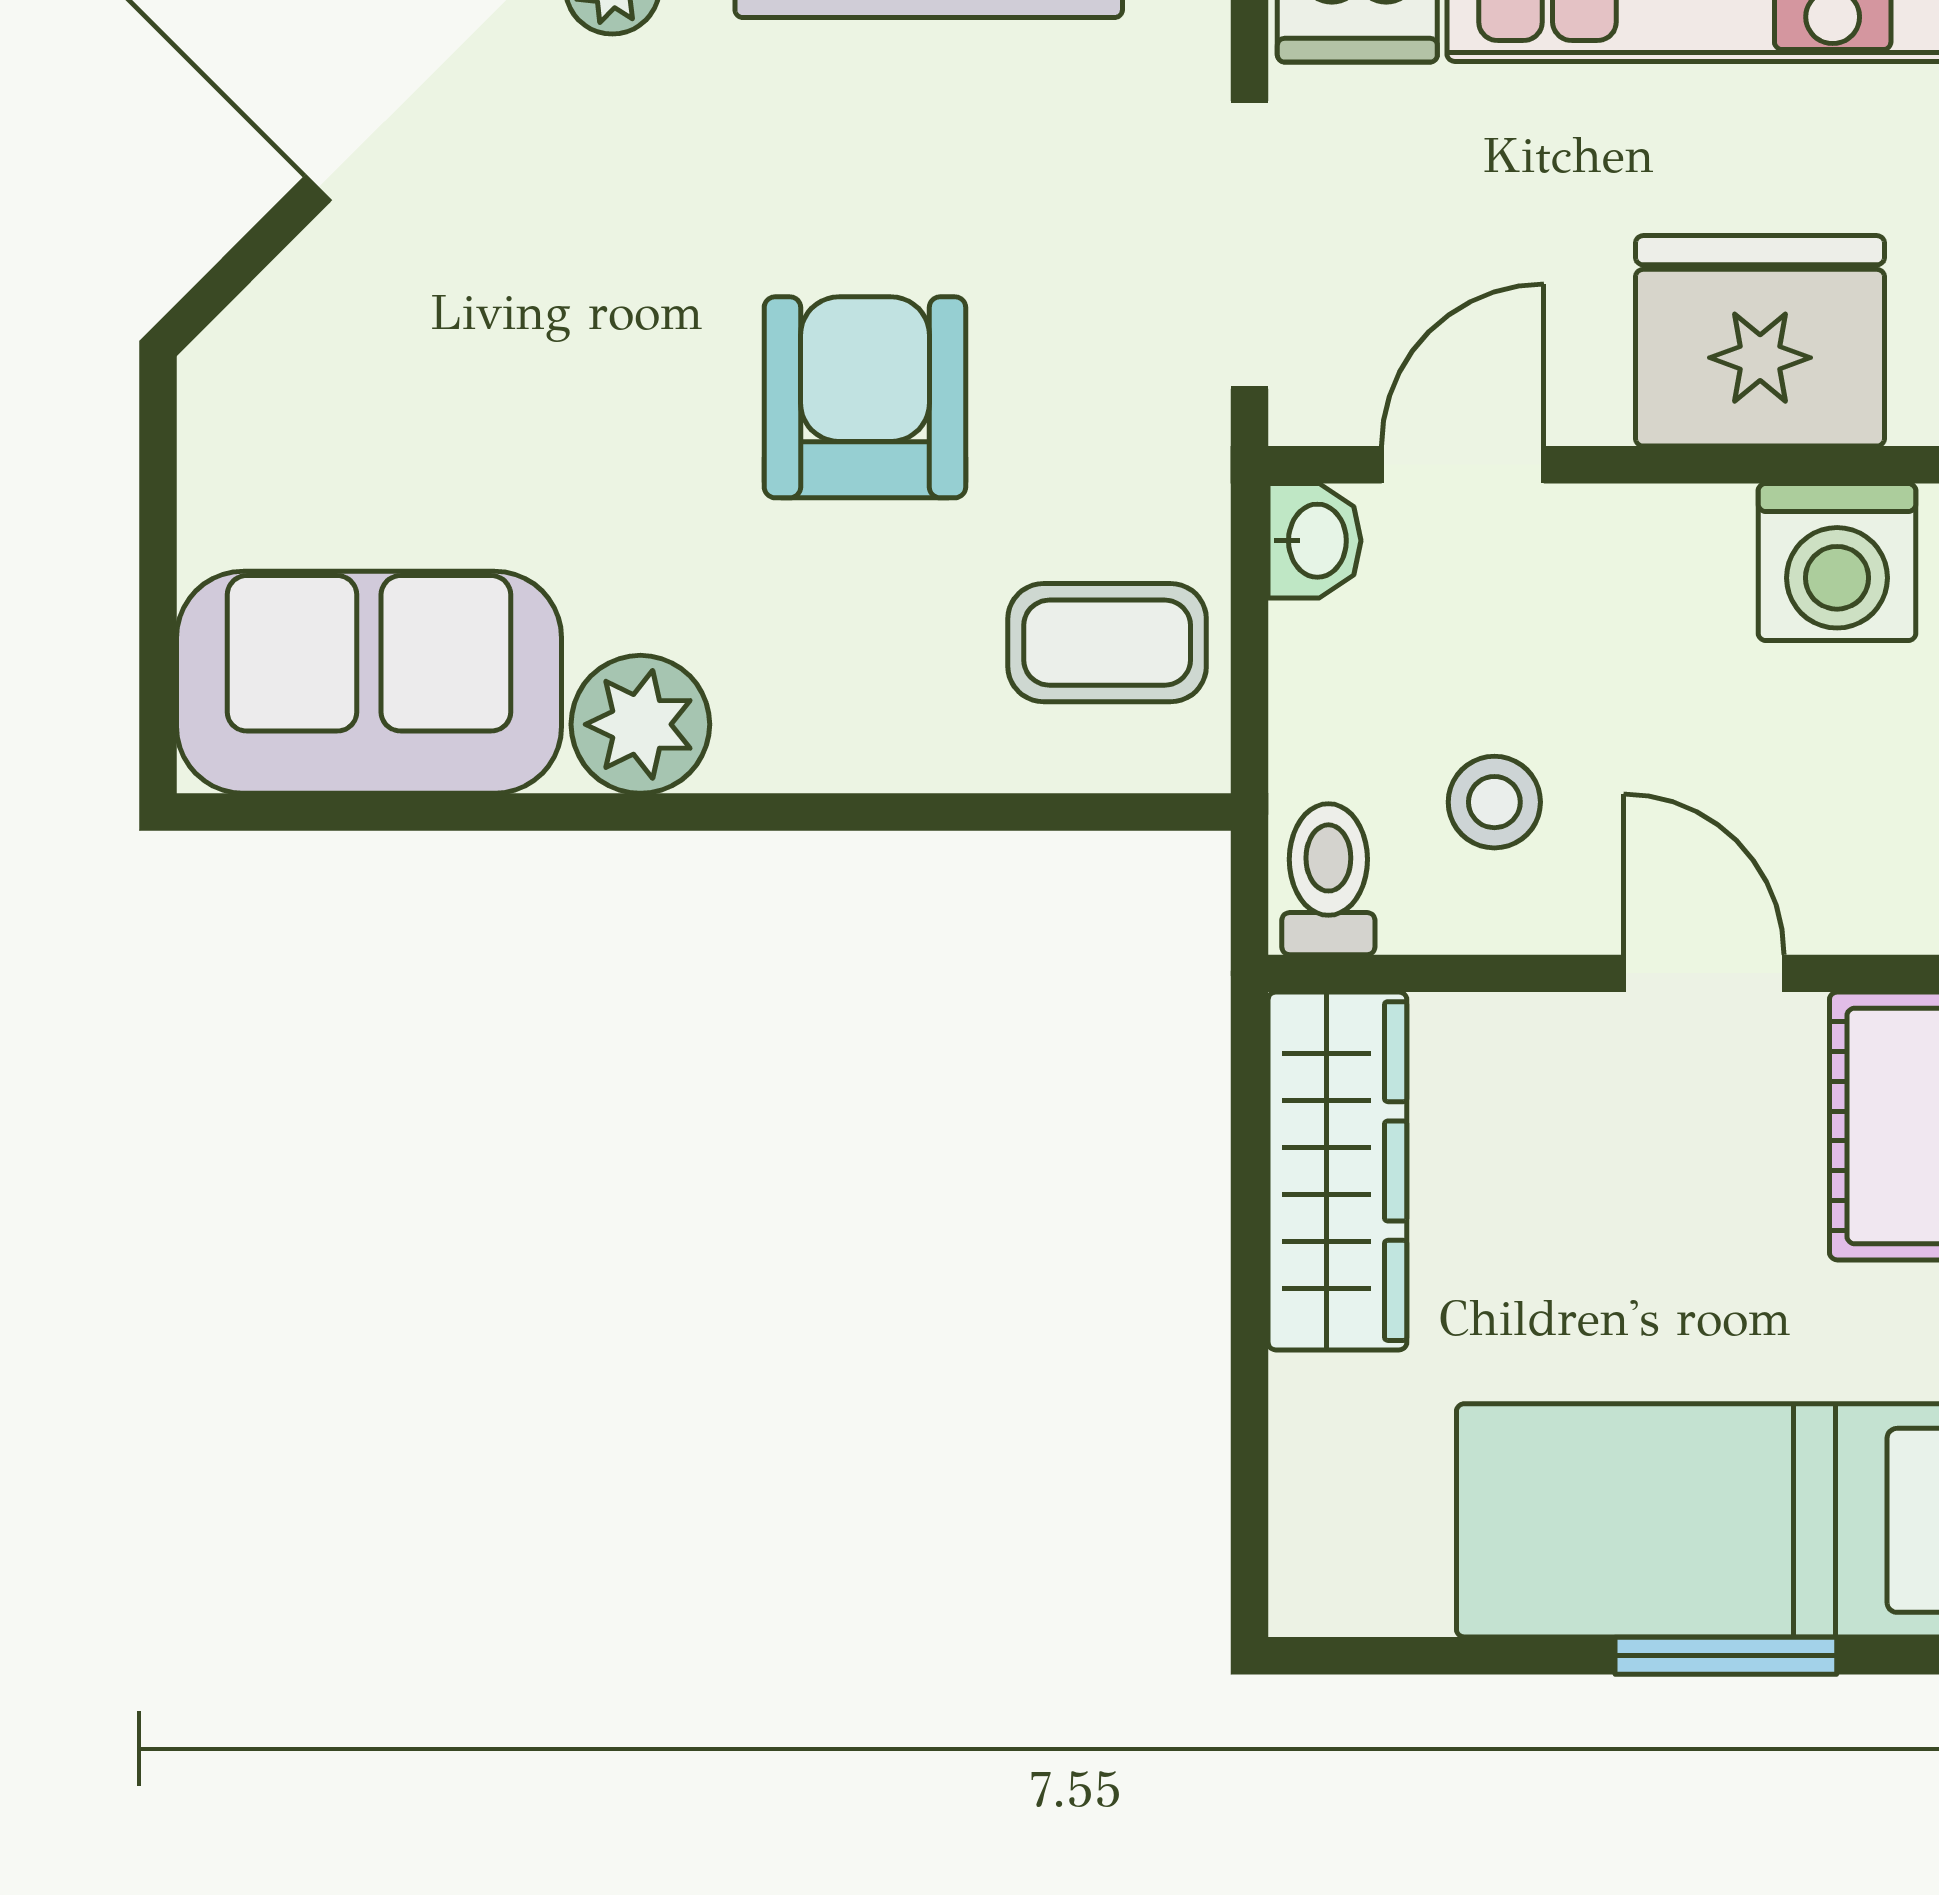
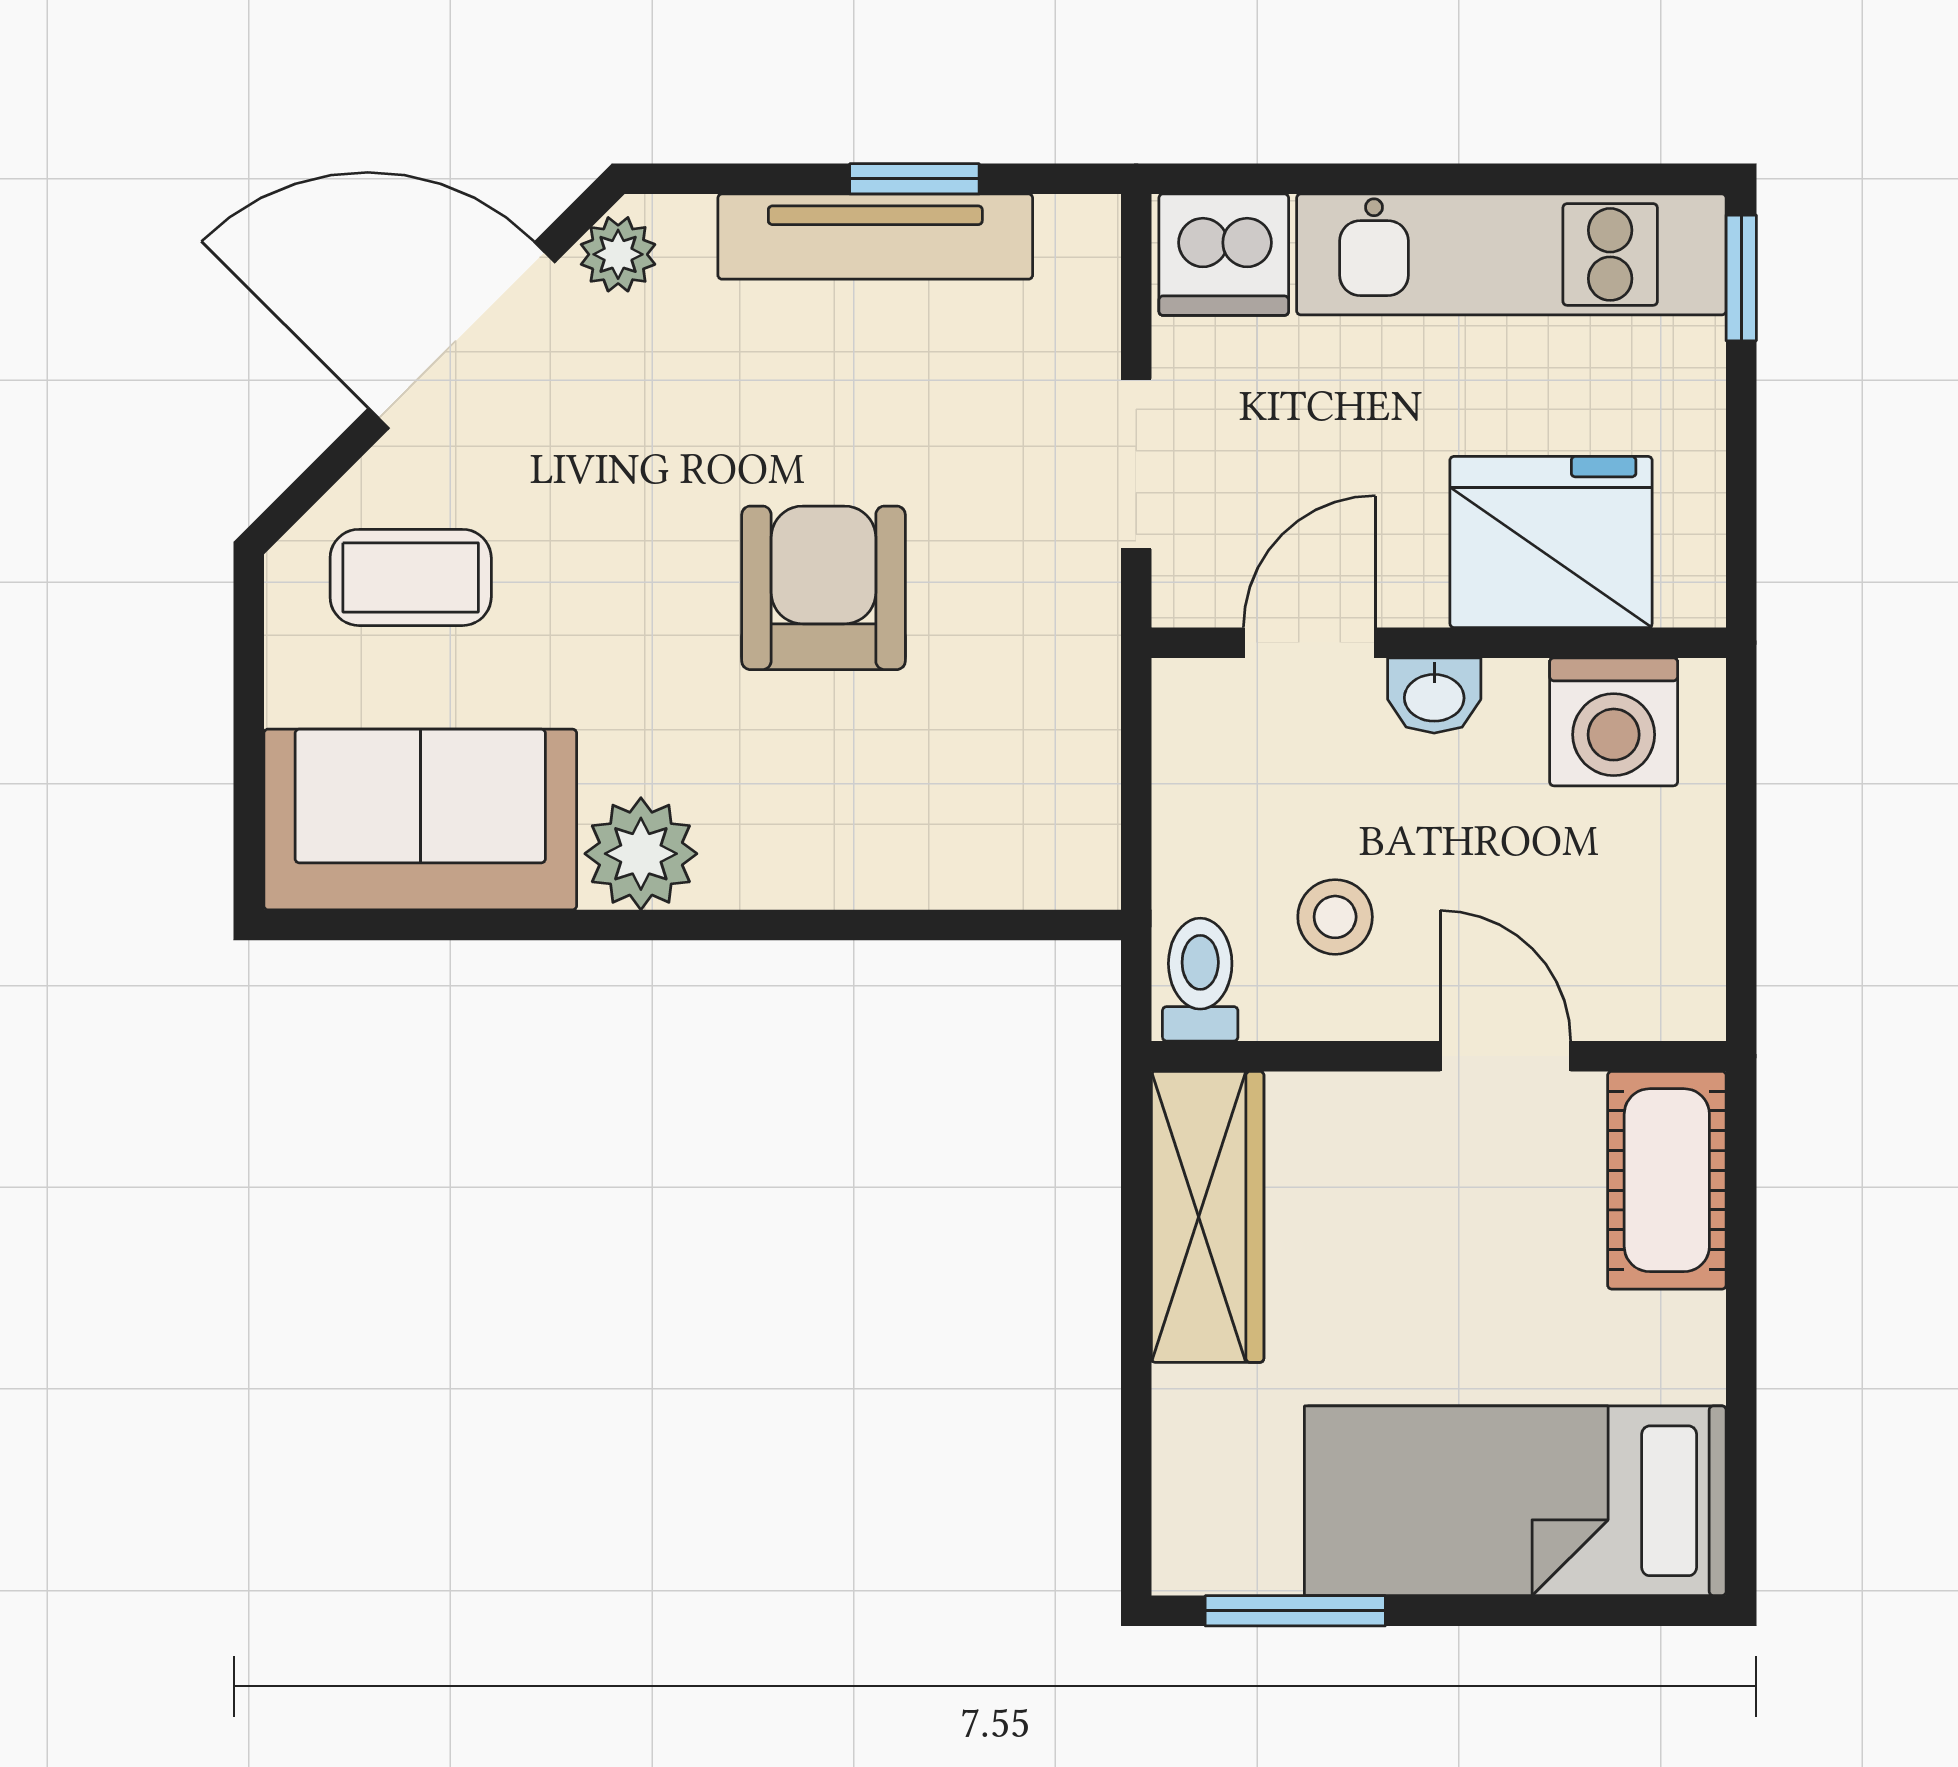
doorway: (1250, 245) -> (1136, 464), width x0.73
washbasin: (1315, 541) -> (1434, 696), moved, turned 90
coffee table: (1107, 643) -> (411, 577), moved
window: (1726, 1656) -> (1295, 1611), moved

